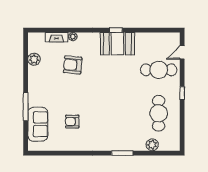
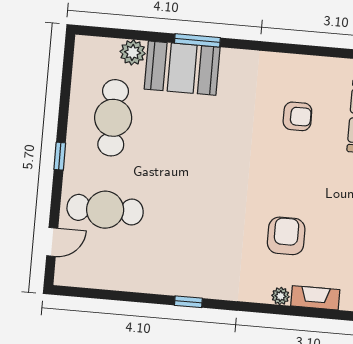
booth: (117, 44) -> (182, 68), moved
armchair: (73, 65) -> (286, 236), turned -95

